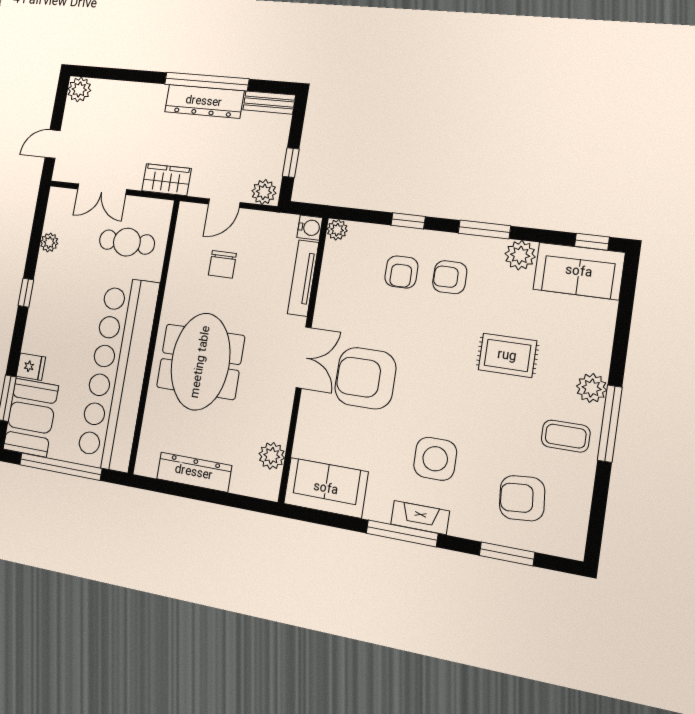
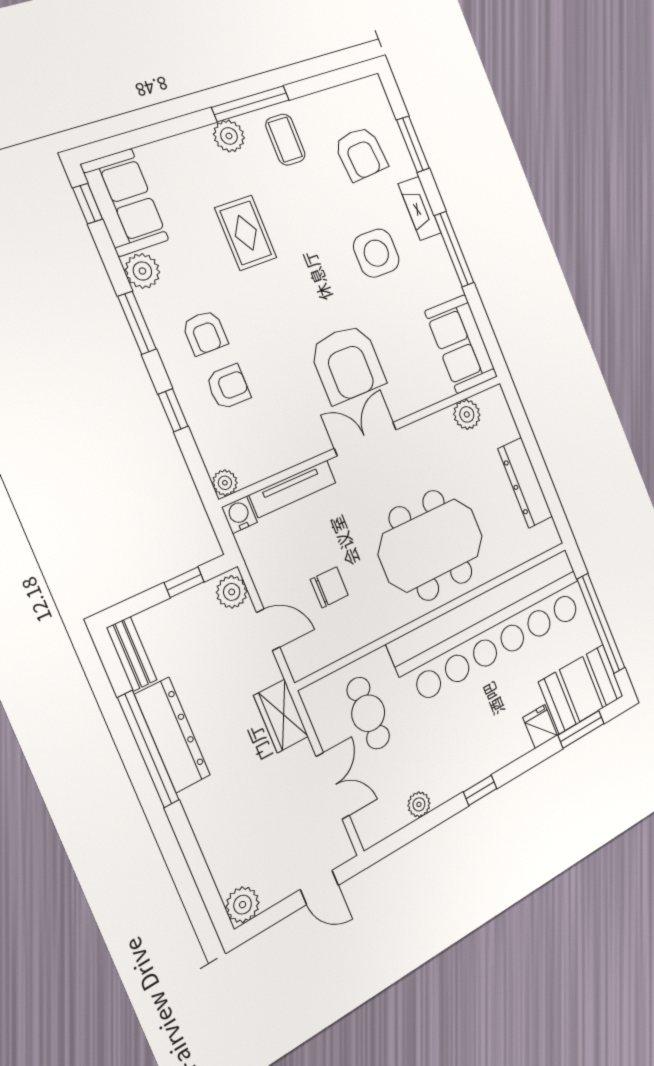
fireplace: (420, 518) -> (420, 208), moved

